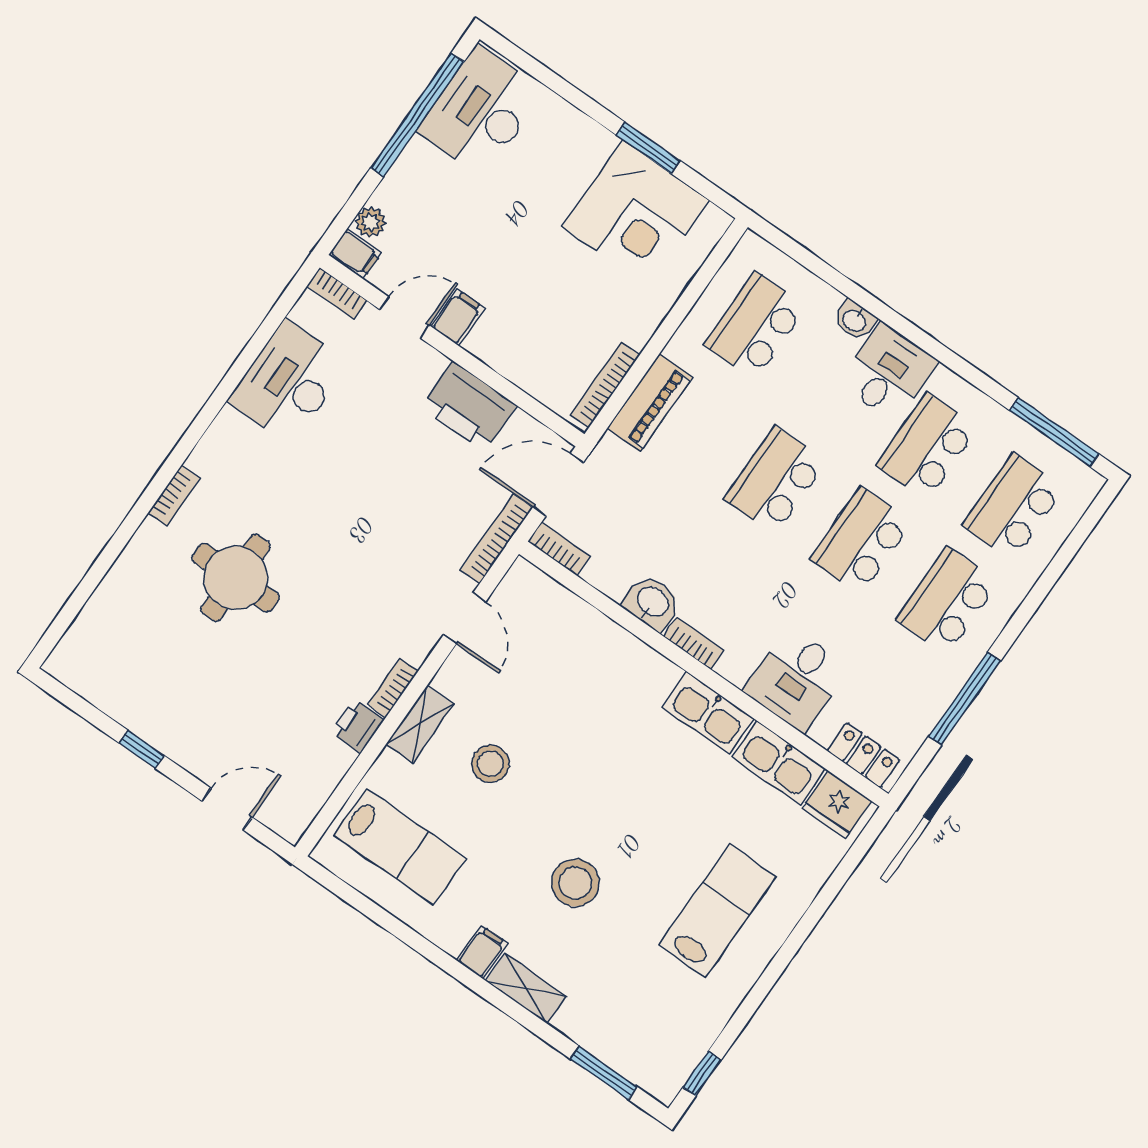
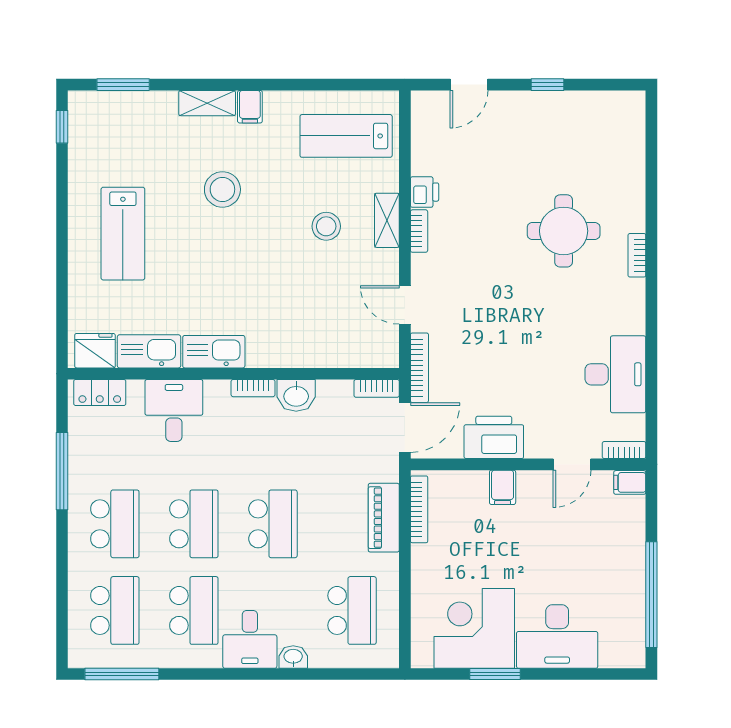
desk: (481, 111) -> (557, 636), moved, turned 90
plant: (370, 222) -> (634, 508), removed
filing cabinet: (458, 317) -> (503, 487), moved

